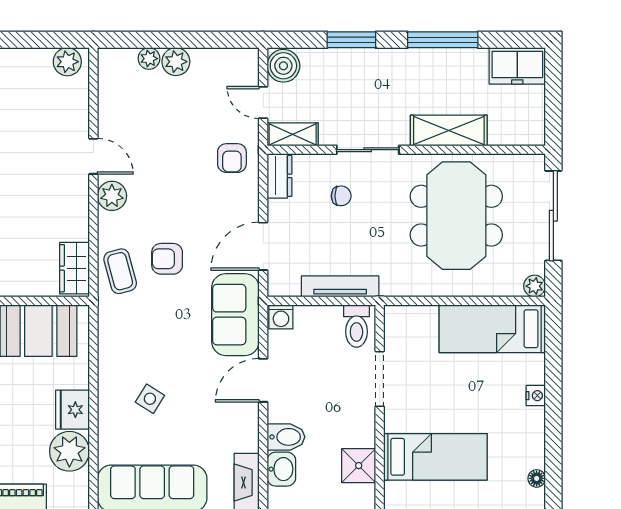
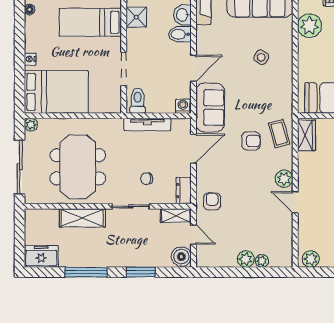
bed: (492, 329) -> (56, 92), width x1.50
fridge: (73, 410) -> (308, 51), removed

